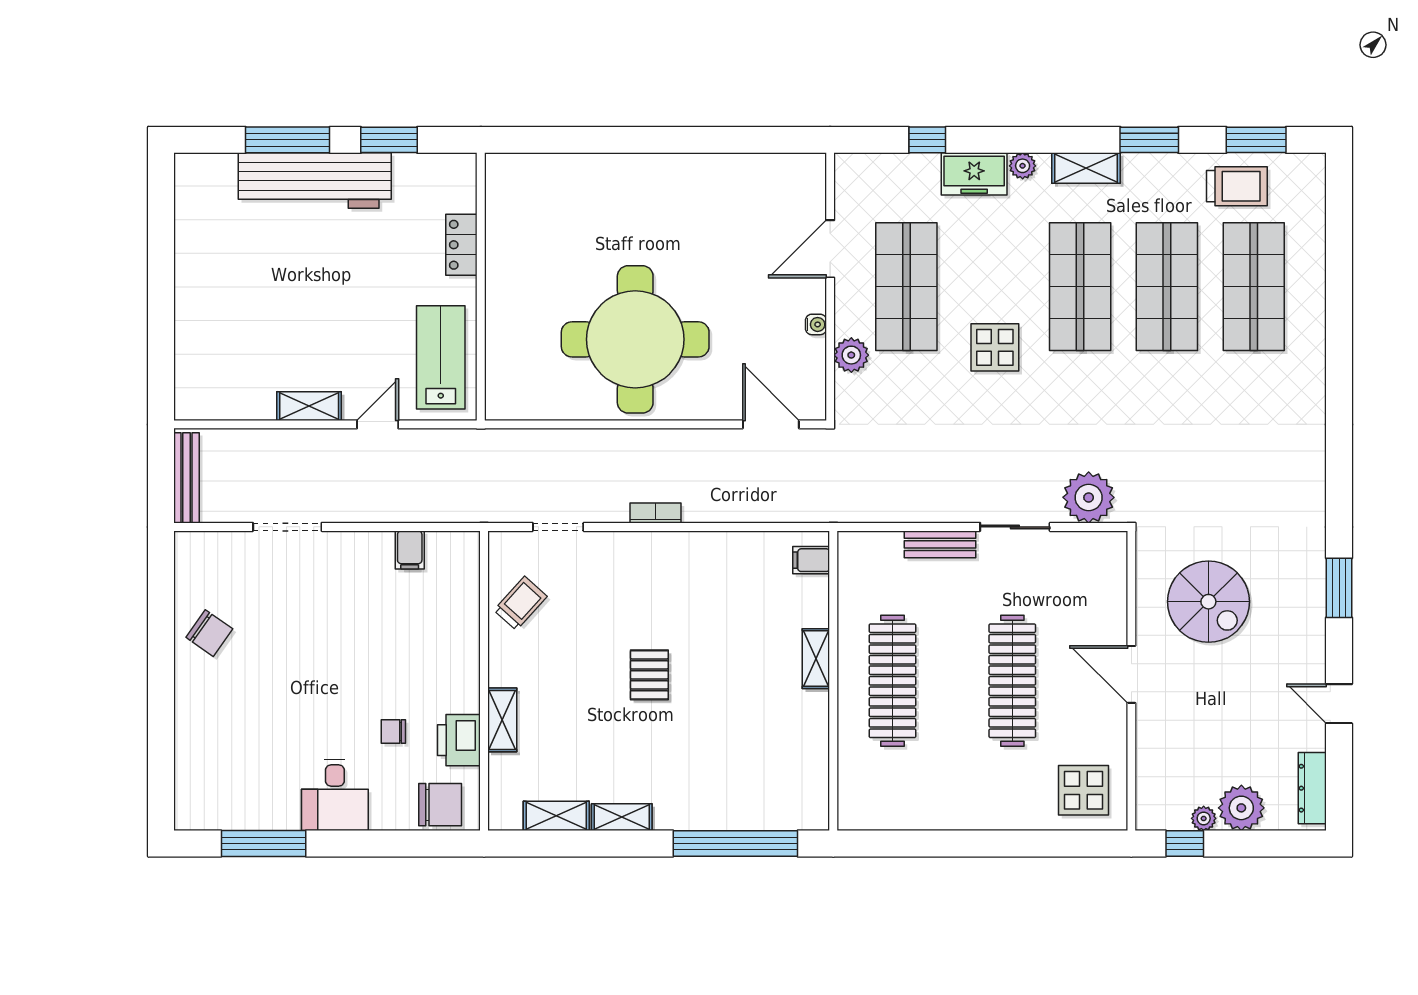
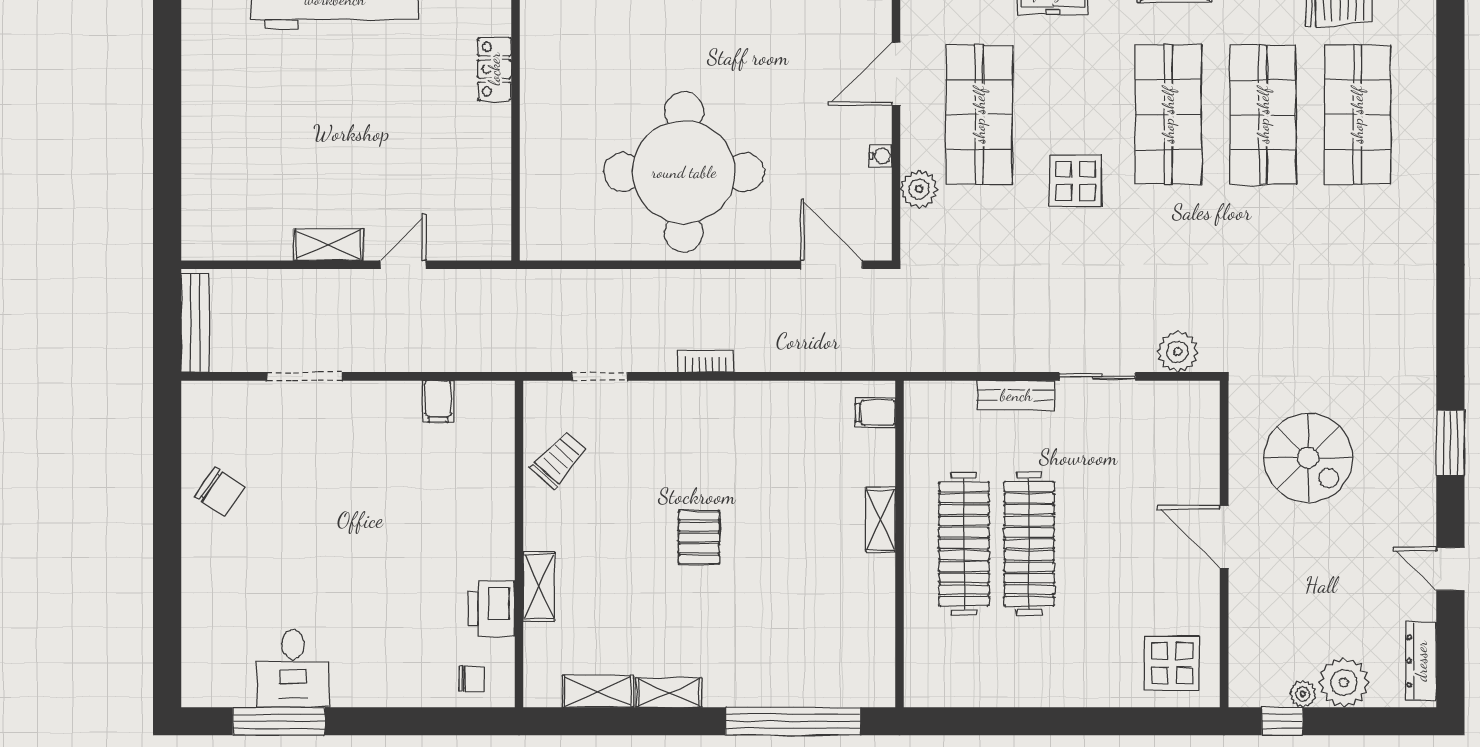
lab bench: (441, 357) -> (472, 192), removed
plant: (1089, 497) -> (1178, 352), width x0.73, depth x0.73
clothes rail: (1012, 681) -> (1029, 544), moved
chair: (393, 732) -> (420, 599), removed
desk: (335, 795) -> (293, 668), moved
chair: (440, 805) -> (471, 679), width x0.54, depth x0.54

